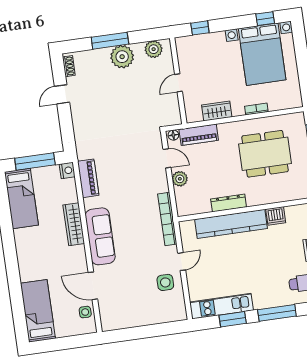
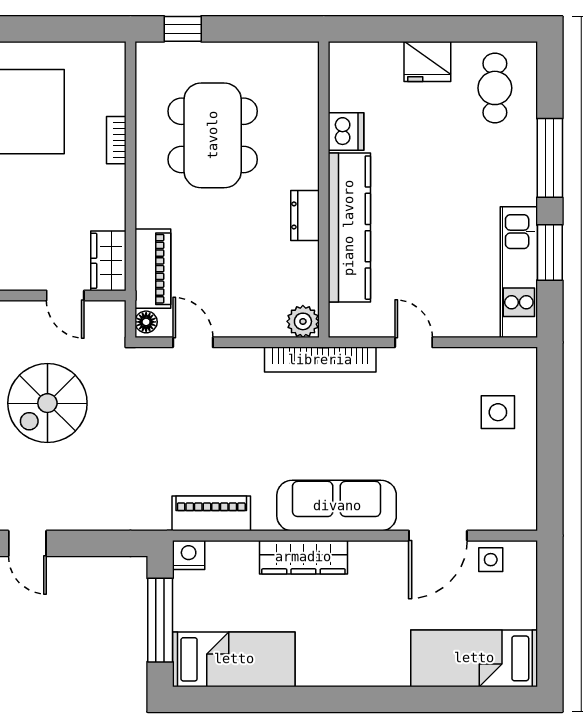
door: (179, 83) -> (65, 296), moved
spiral stairs: (129, 94) -> (47, 403), added
wardrobe: (217, 111) -> (108, 261), moved
door: (167, 158) -> (193, 342), hinge flipped
plant: (180, 179) -> (303, 321), moved
dresser: (229, 203) -> (305, 215), width x0.70
side table: (165, 282) -> (498, 412), moved

